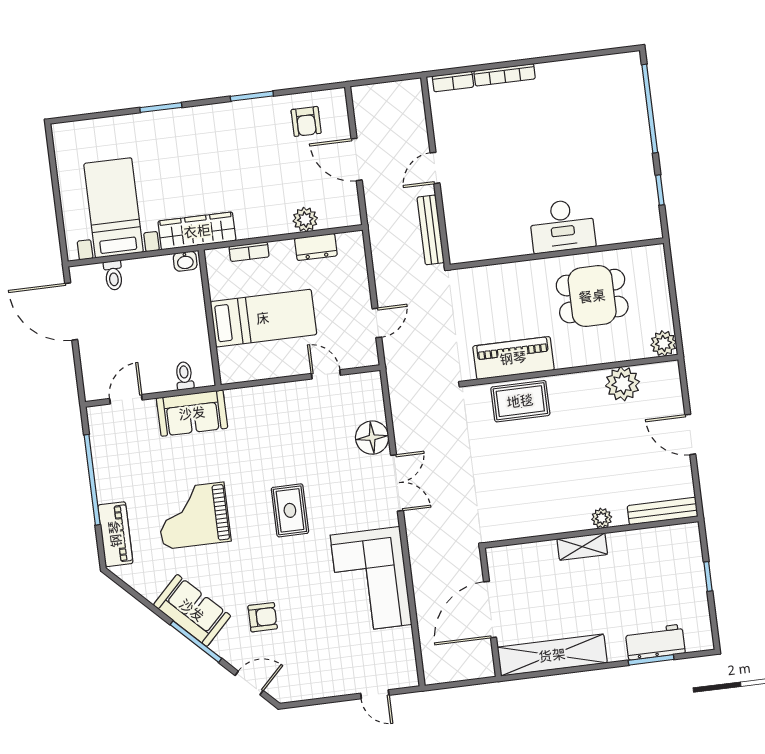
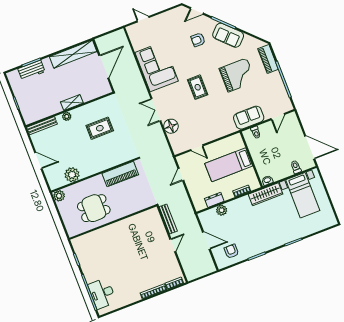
desk: (562, 226) -> (102, 293), moved, turned -90
rug: (520, 401) -> (100, 128), moved

